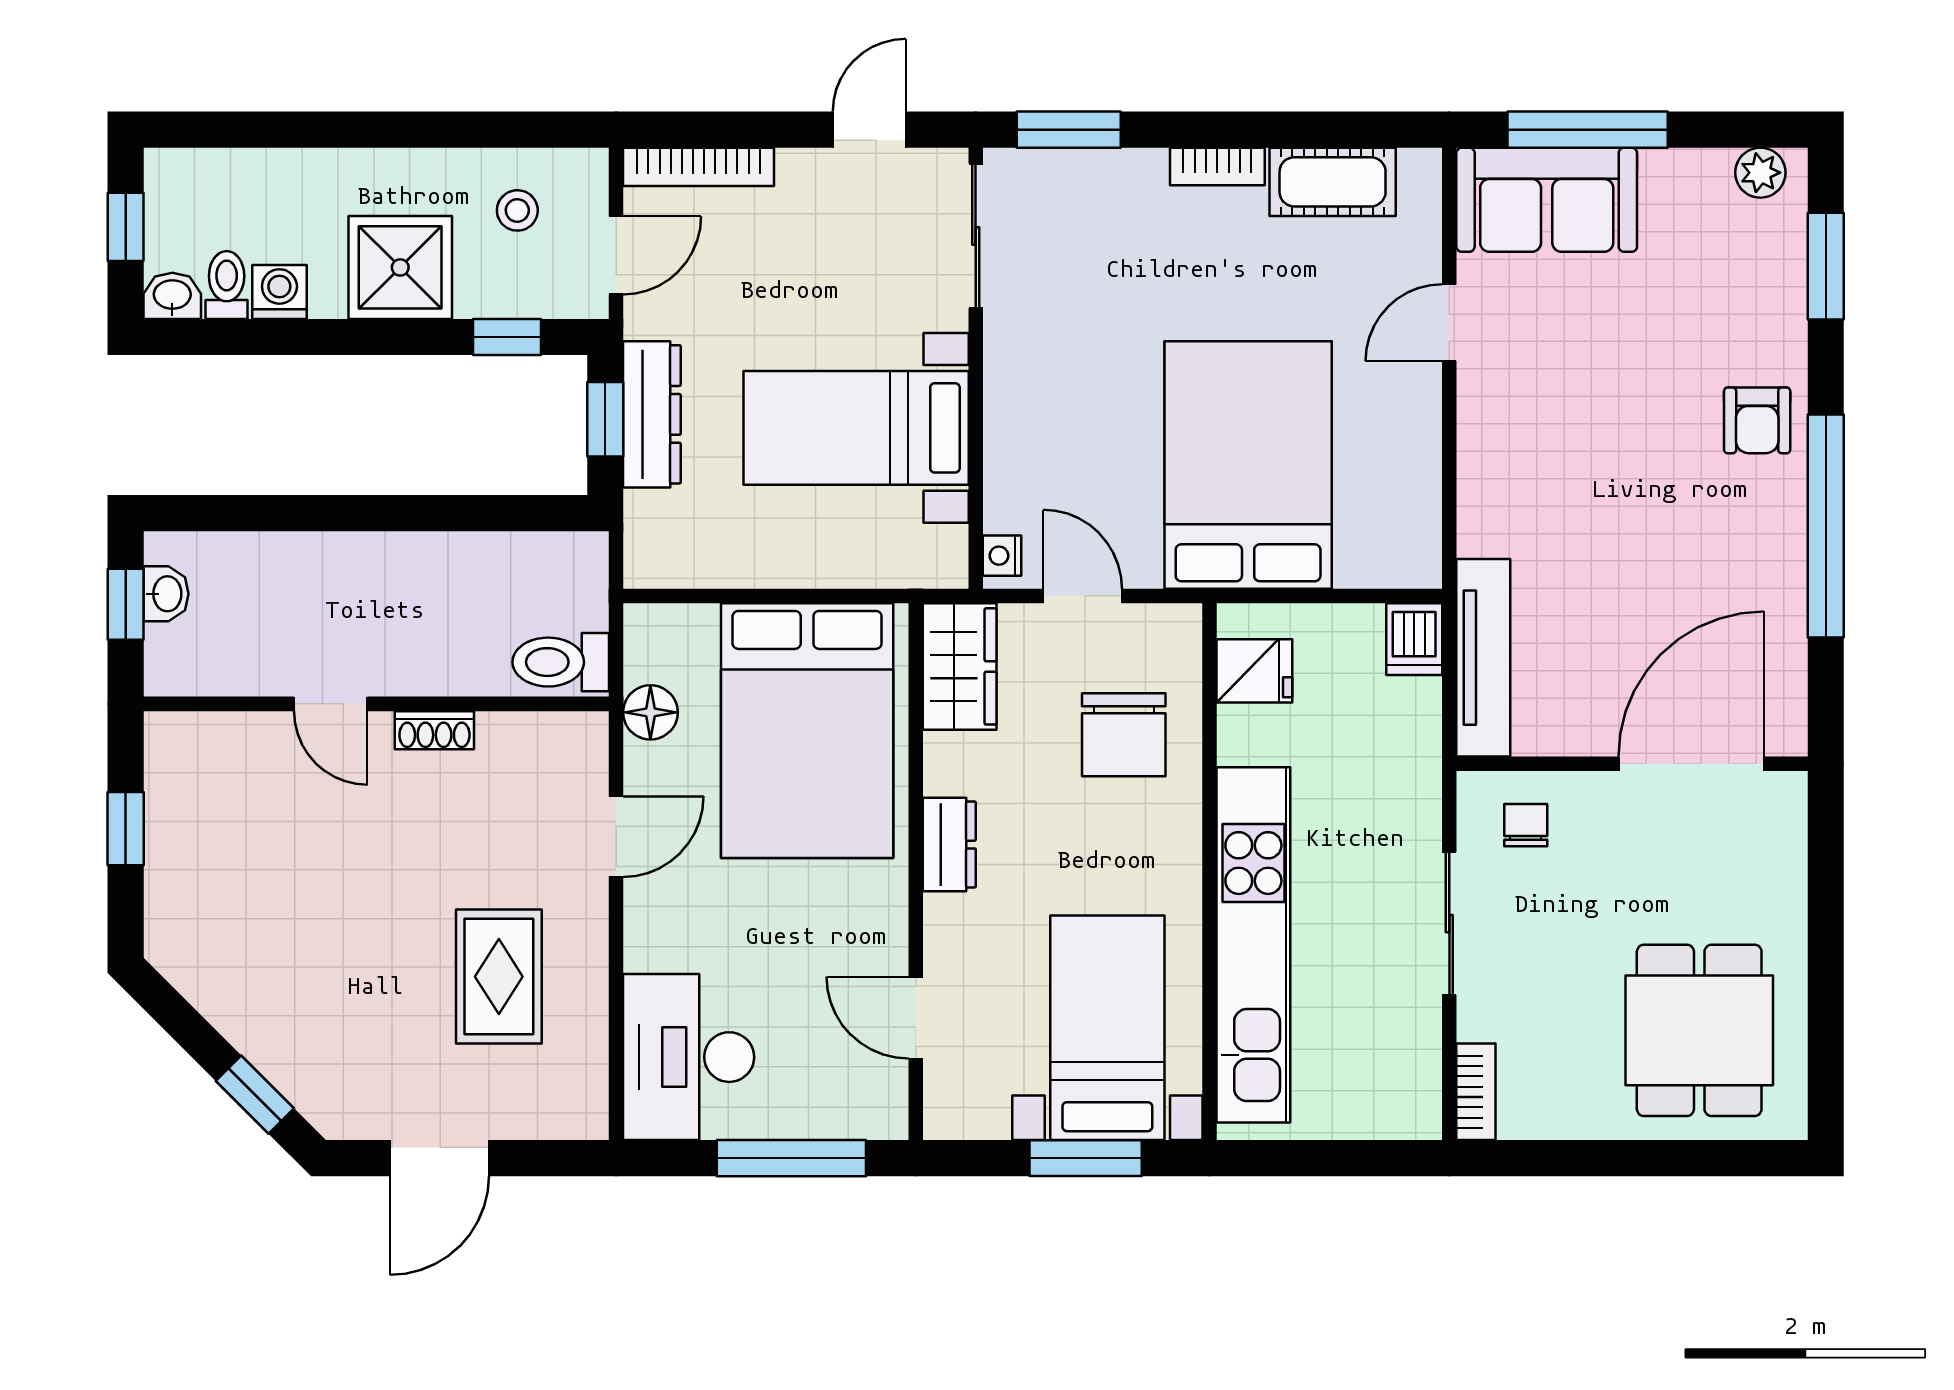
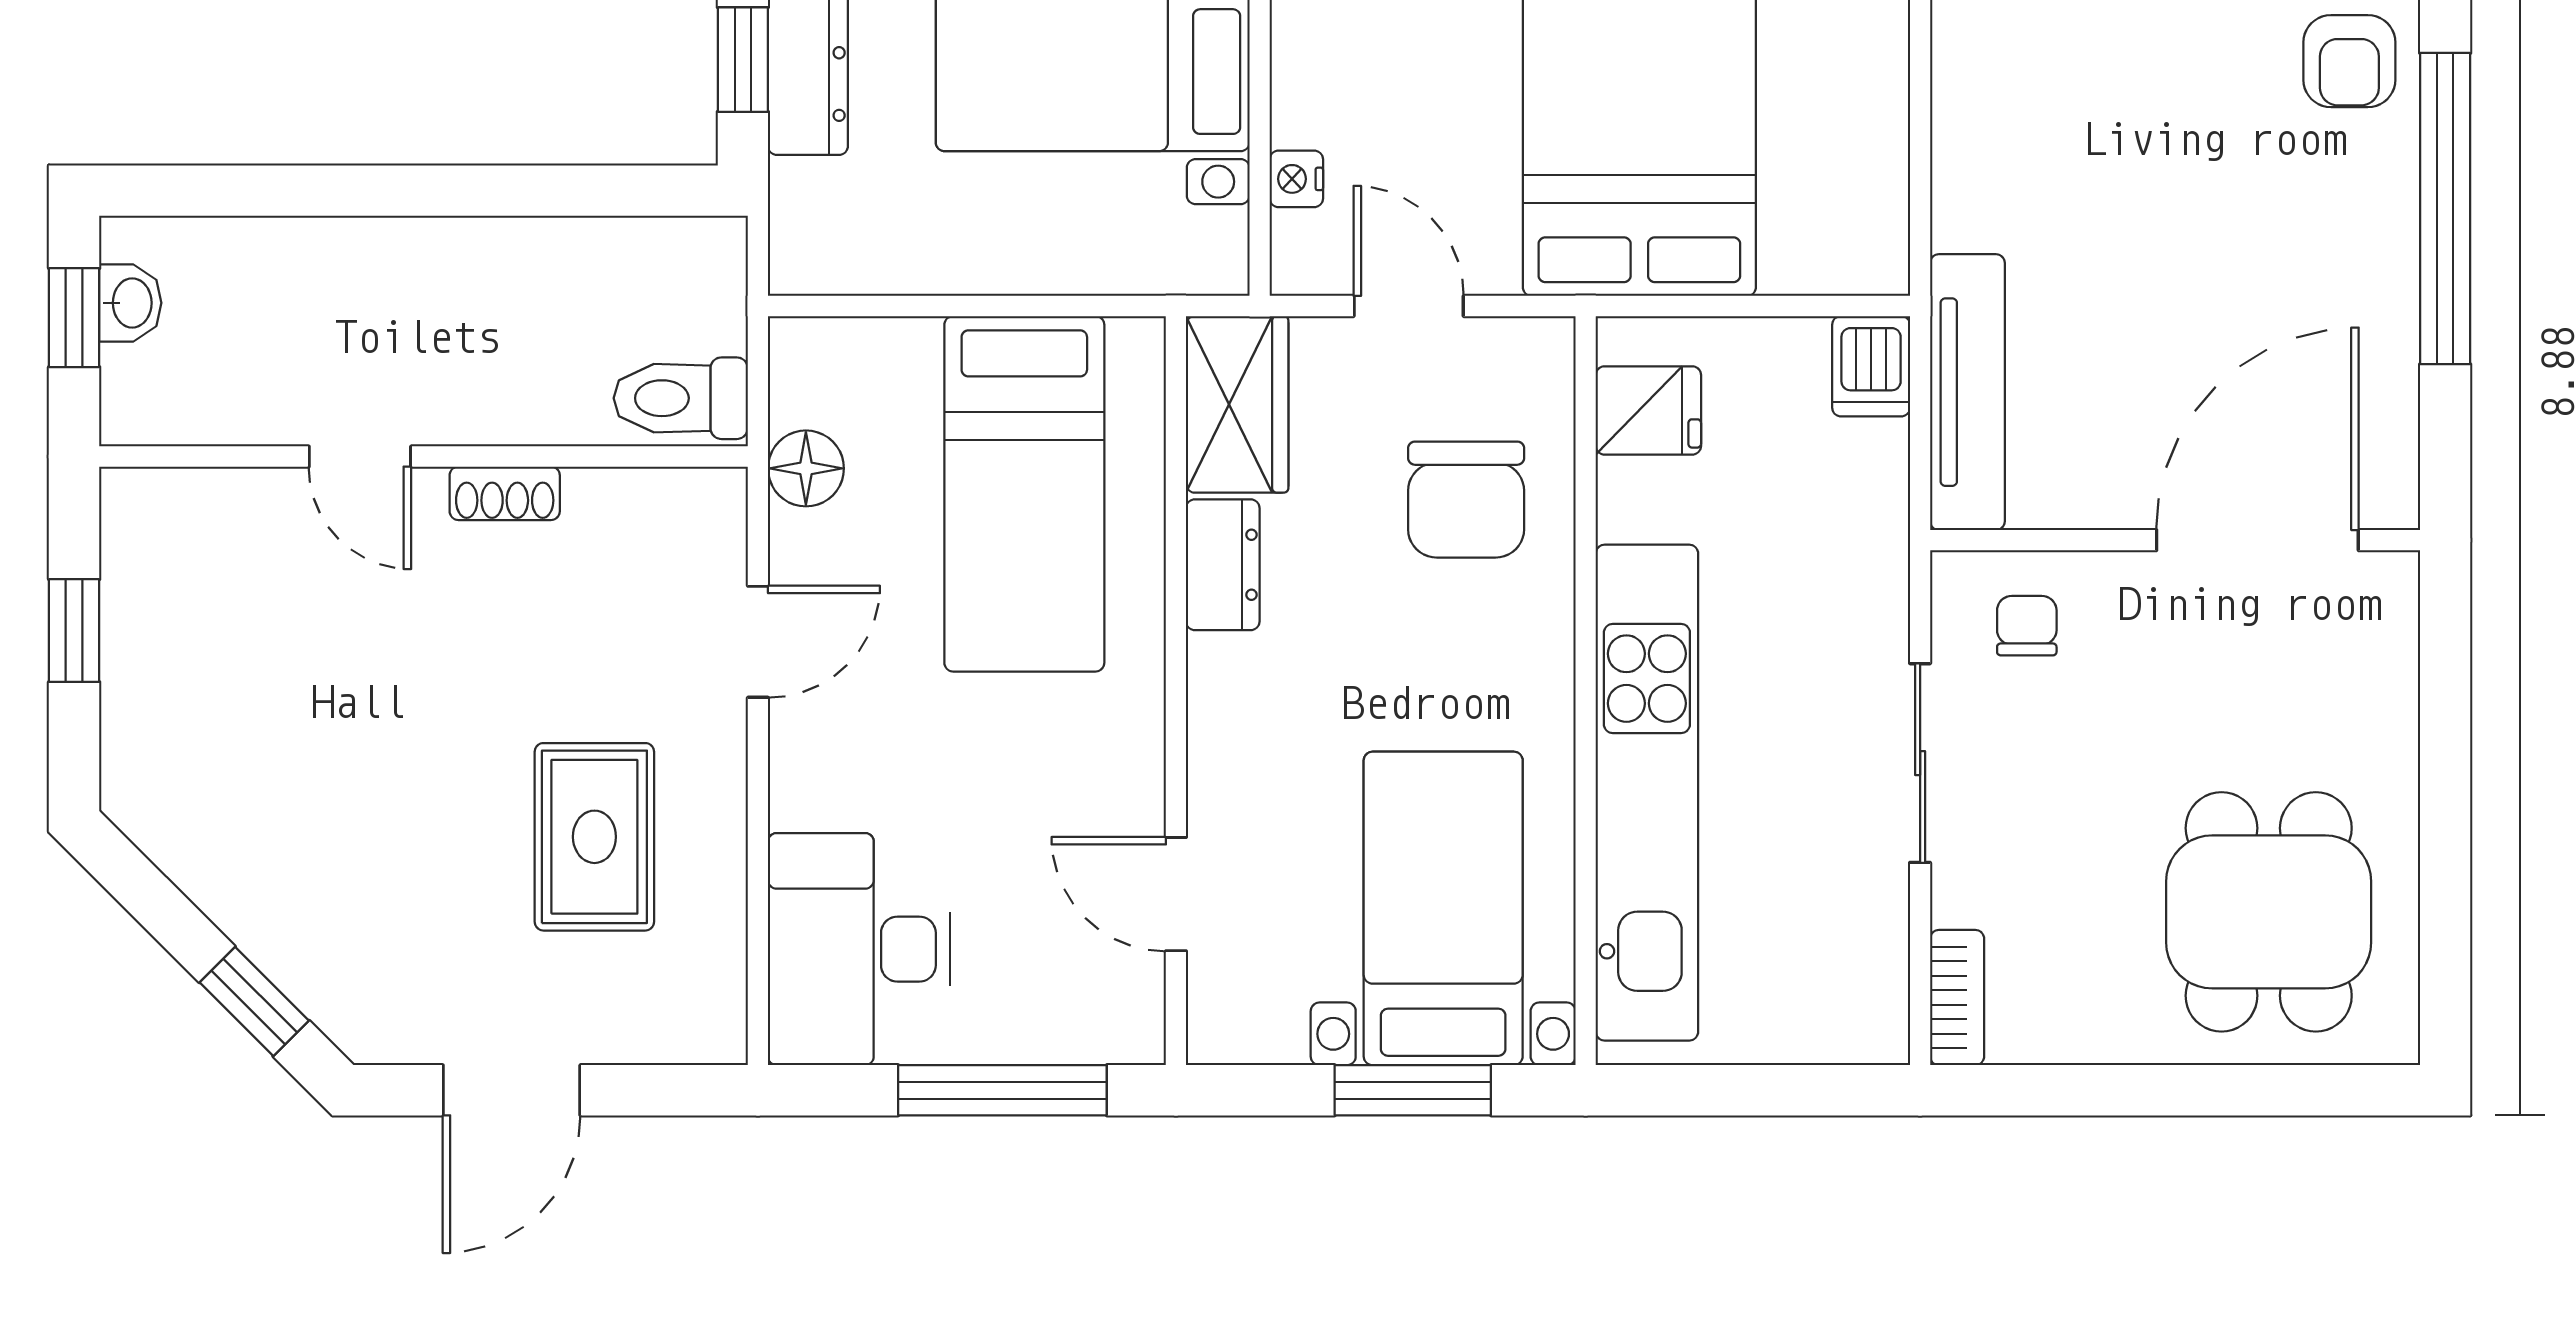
nightstand: (1002, 556) -> (1296, 179), moved
bed: (807, 731) -> (1024, 494), width x0.67
dresser: (949, 845) -> (1223, 565), moved

